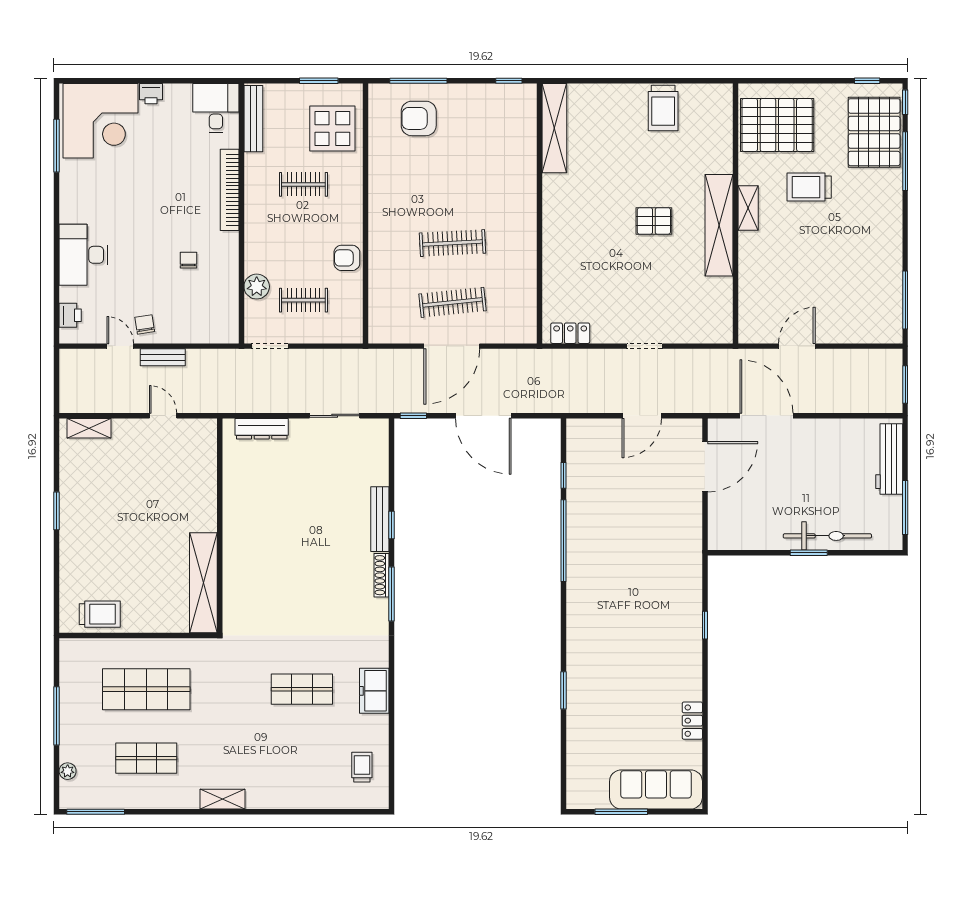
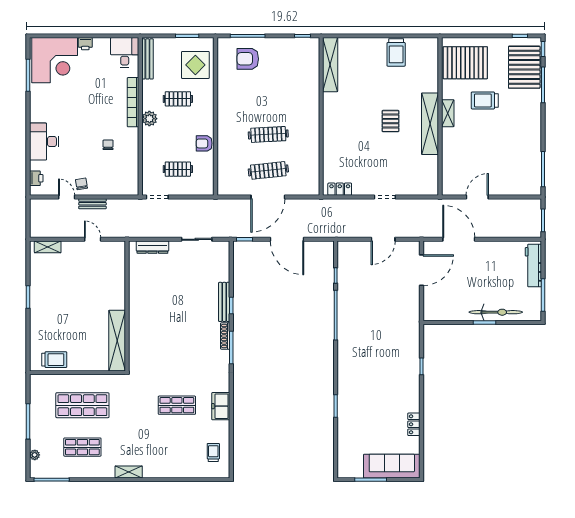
pallet: (654, 221) -> (390, 121), turned 90
plant: (257, 287) -> (149, 119), moved

